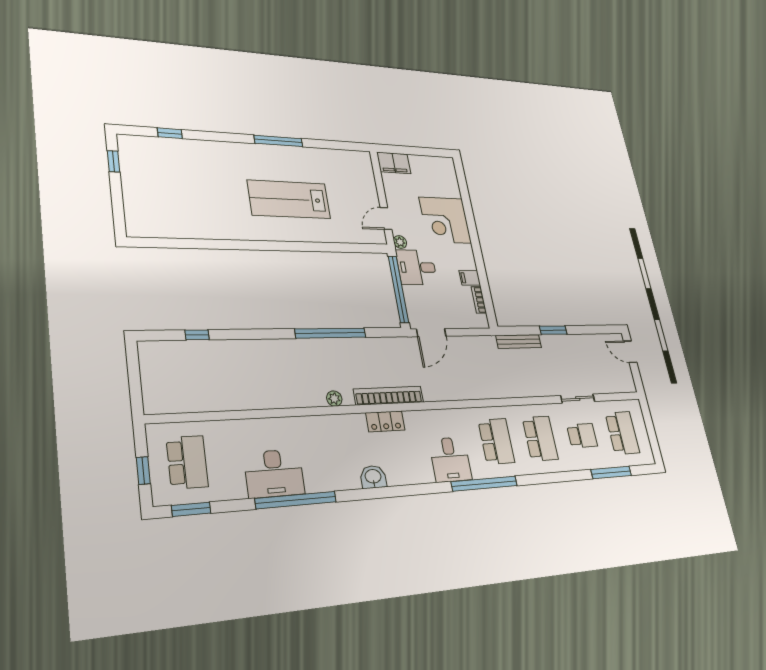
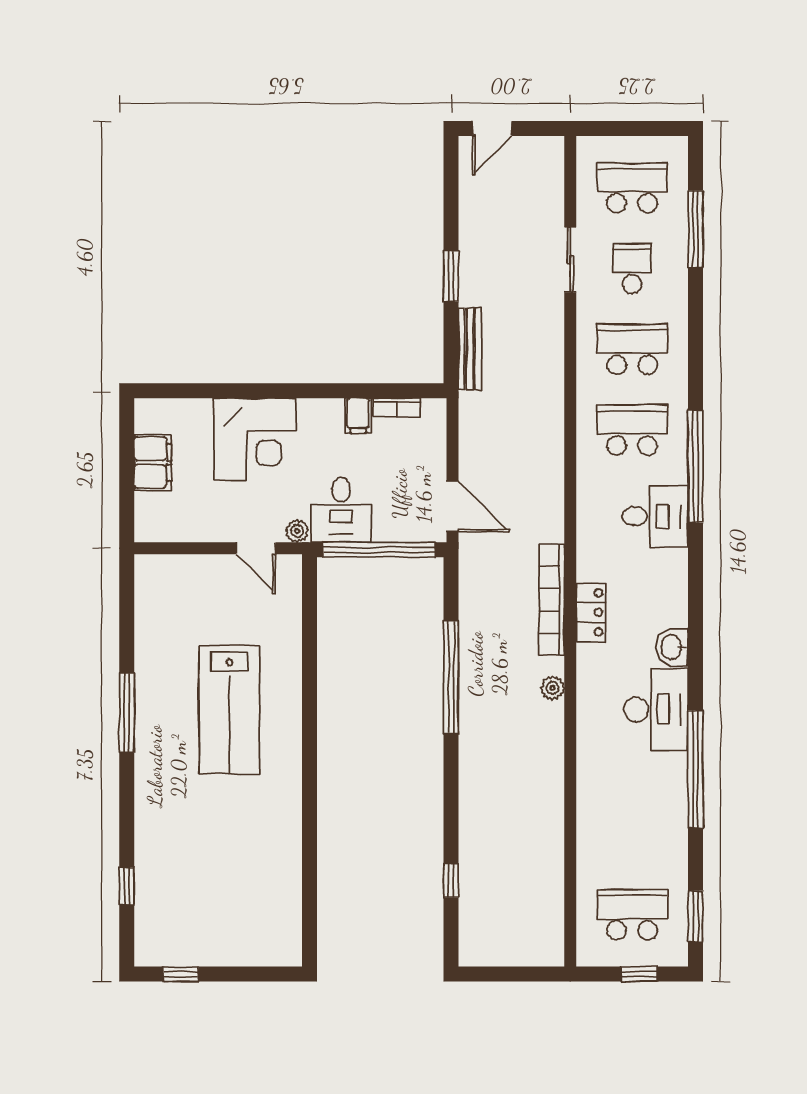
filing cabinet: (394, 163) -> (153, 463), moved
desk: (274, 473) -> (656, 709), moved

